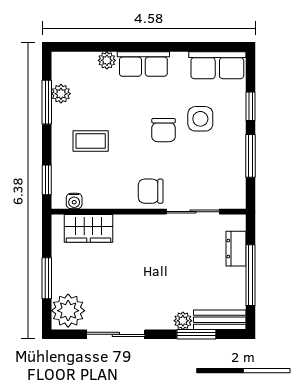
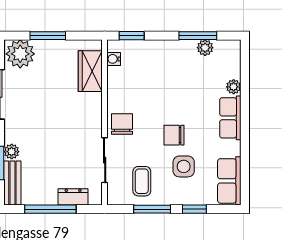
coffee table: (91, 141) -> (142, 181), moved

